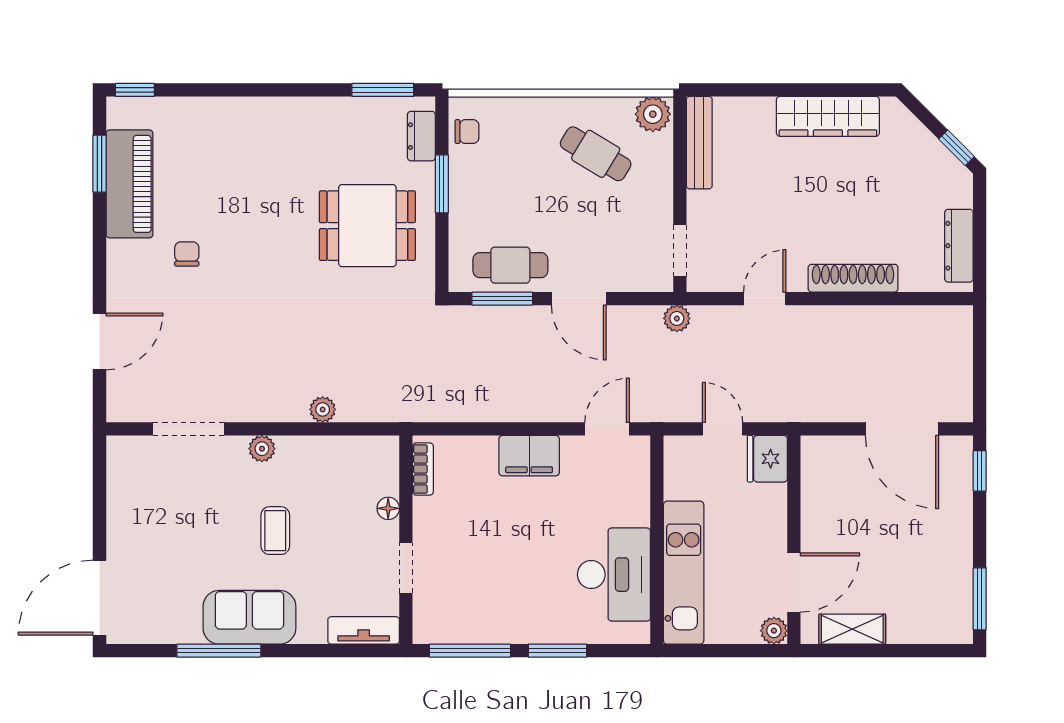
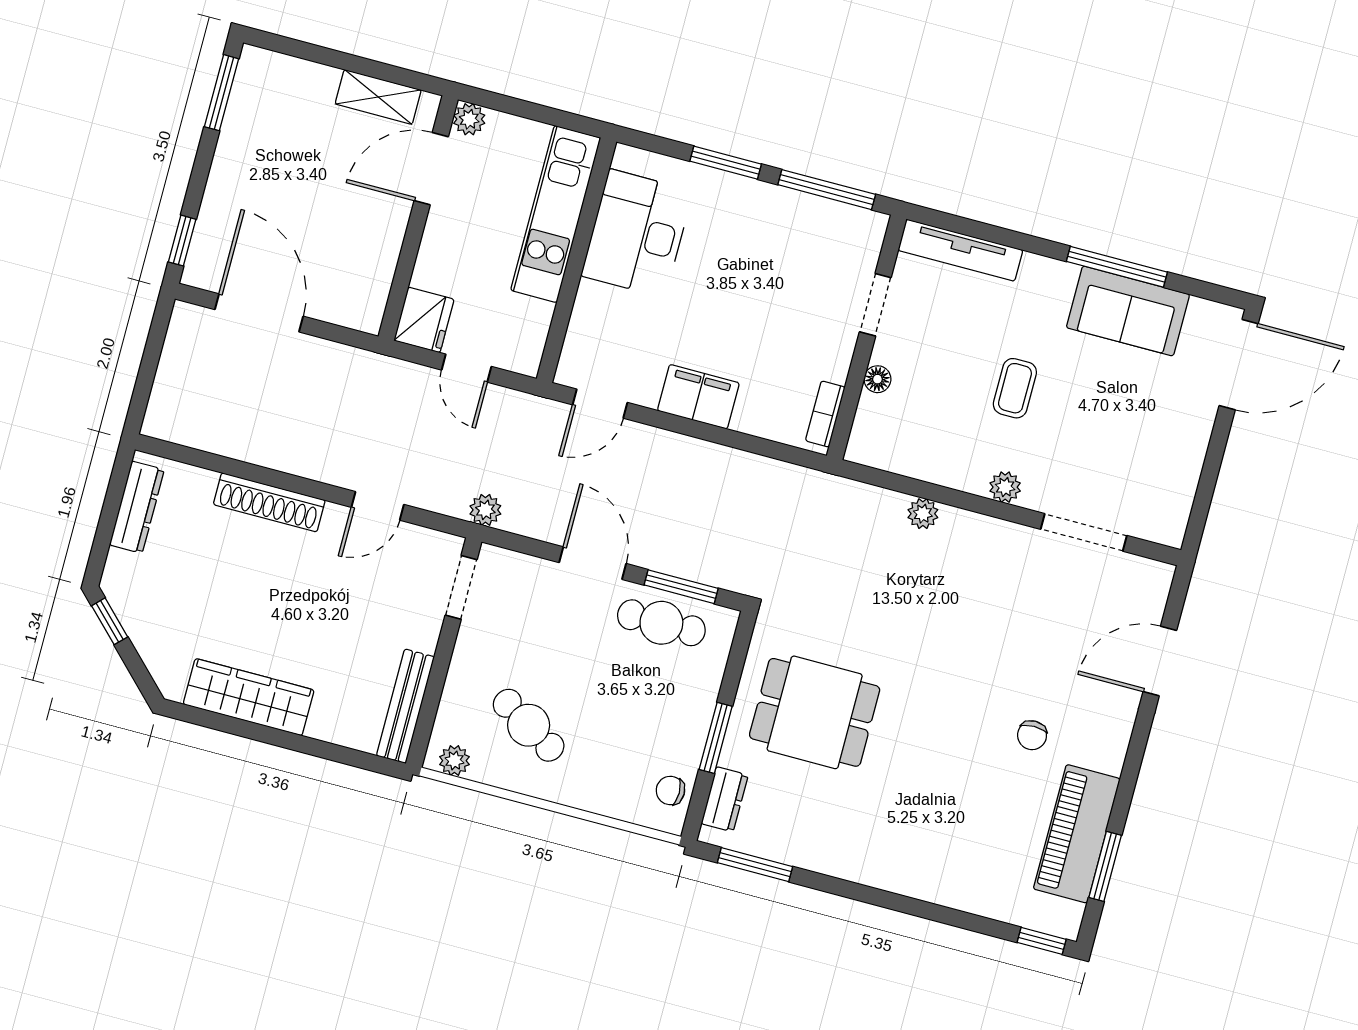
plant: (653, 114) -> (454, 761), width x0.73, depth x0.73
sofa: (249, 617) -> (1128, 311), moved
tv unit: (364, 630) -> (960, 250), width x1.41

